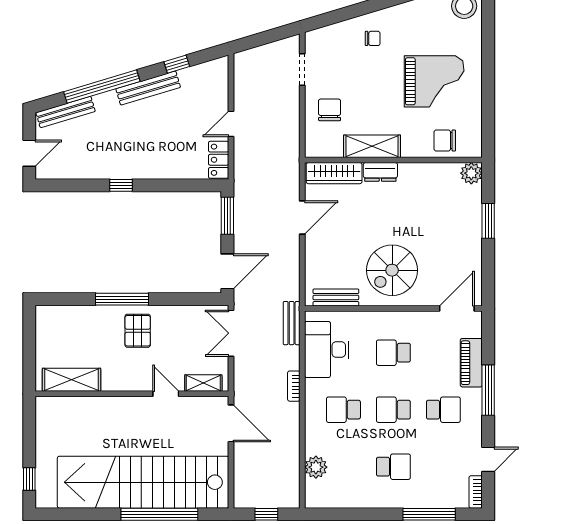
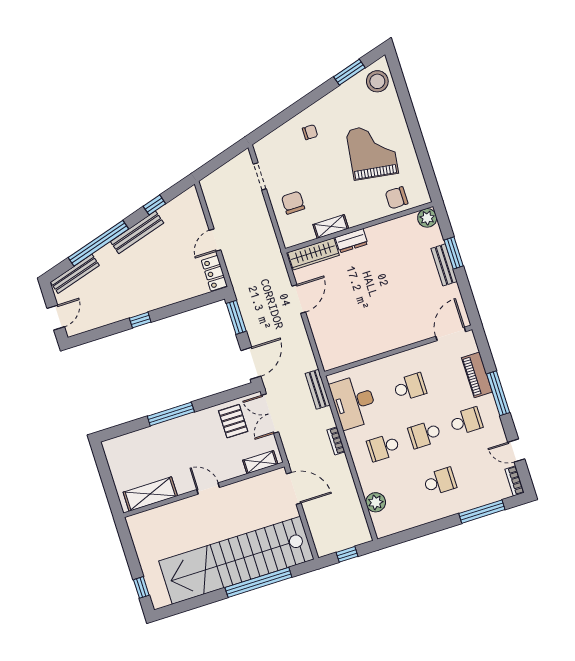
grand piano: (434, 81) -> (372, 152), turned -82
shelving: (372, 146) -> (331, 227), width x0.67, depth x0.75
spiral stairs: (392, 270) -> (387, 319), removed
bench: (336, 298) -> (444, 265), moved, turned 90
pallet: (138, 331) -> (233, 421), moved
school desk: (393, 353) -> (410, 387), turned 180
door: (166, 394) -> (208, 489), moved
door: (488, 459) -> (516, 451), swing flipped

